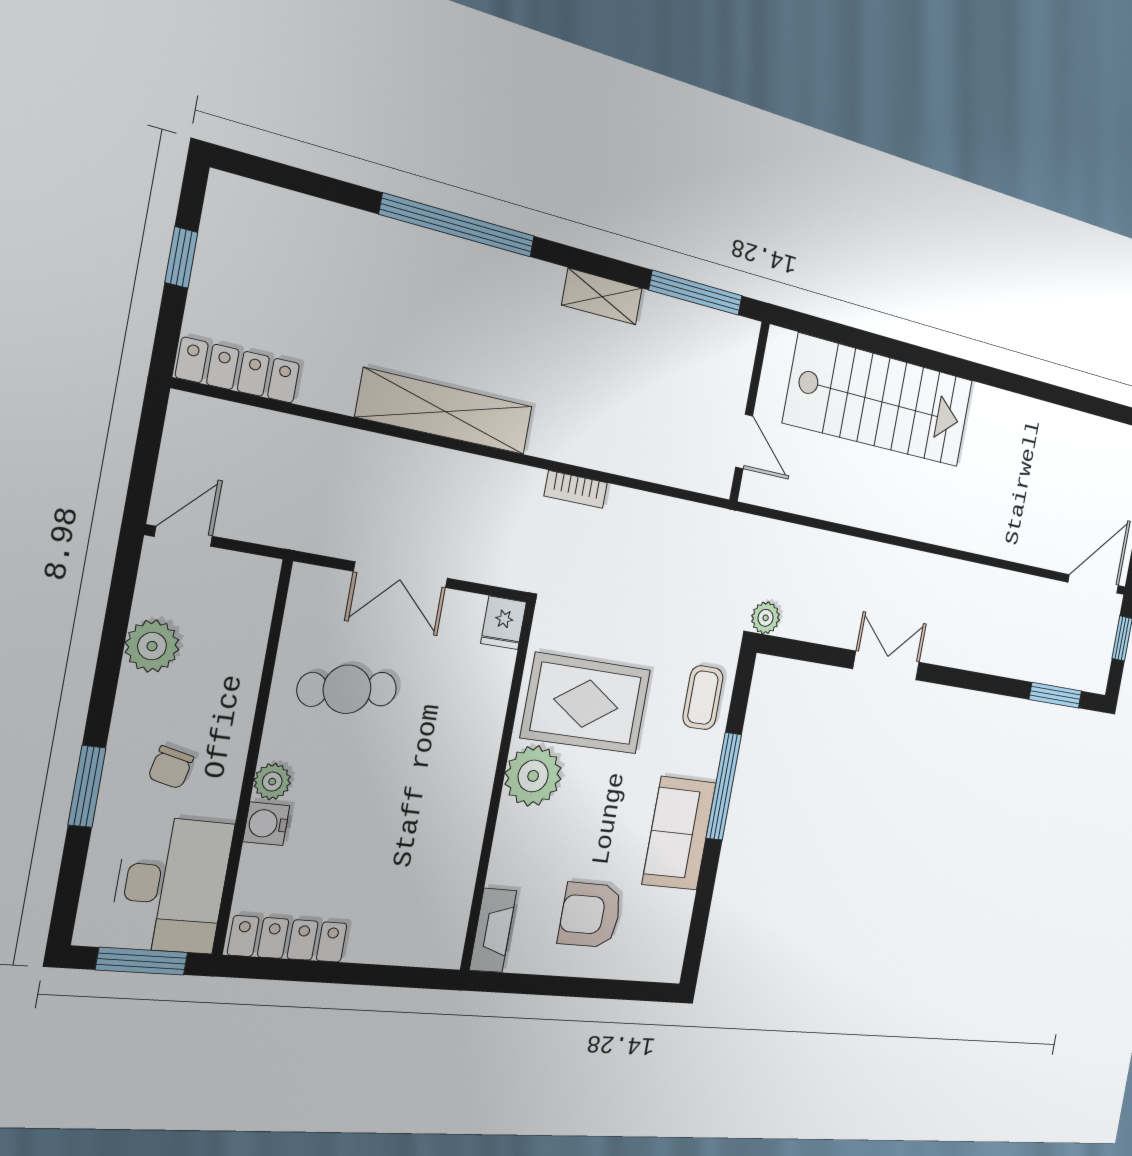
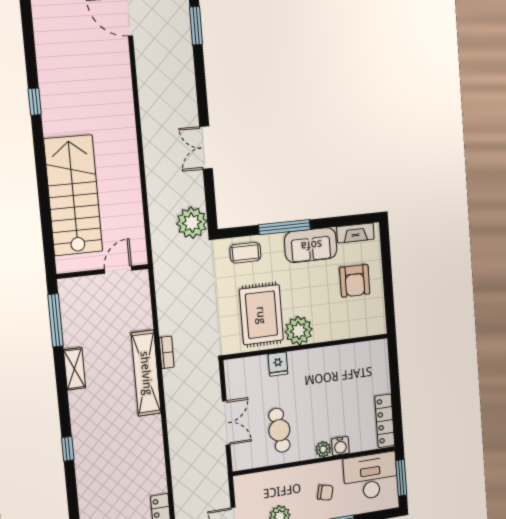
window: (458, 225) -> (68, 449), width x0.32
window: (1024, 386) -> (35, 102), added
shelving: (445, 412) -> (146, 373), moved
plant: (766, 618) -> (192, 223), width x1.88, depth x1.88
fridge: (504, 623) -> (278, 364), moved, turned 90
fireplace: (493, 930) -> (355, 233), moved, turned 180

